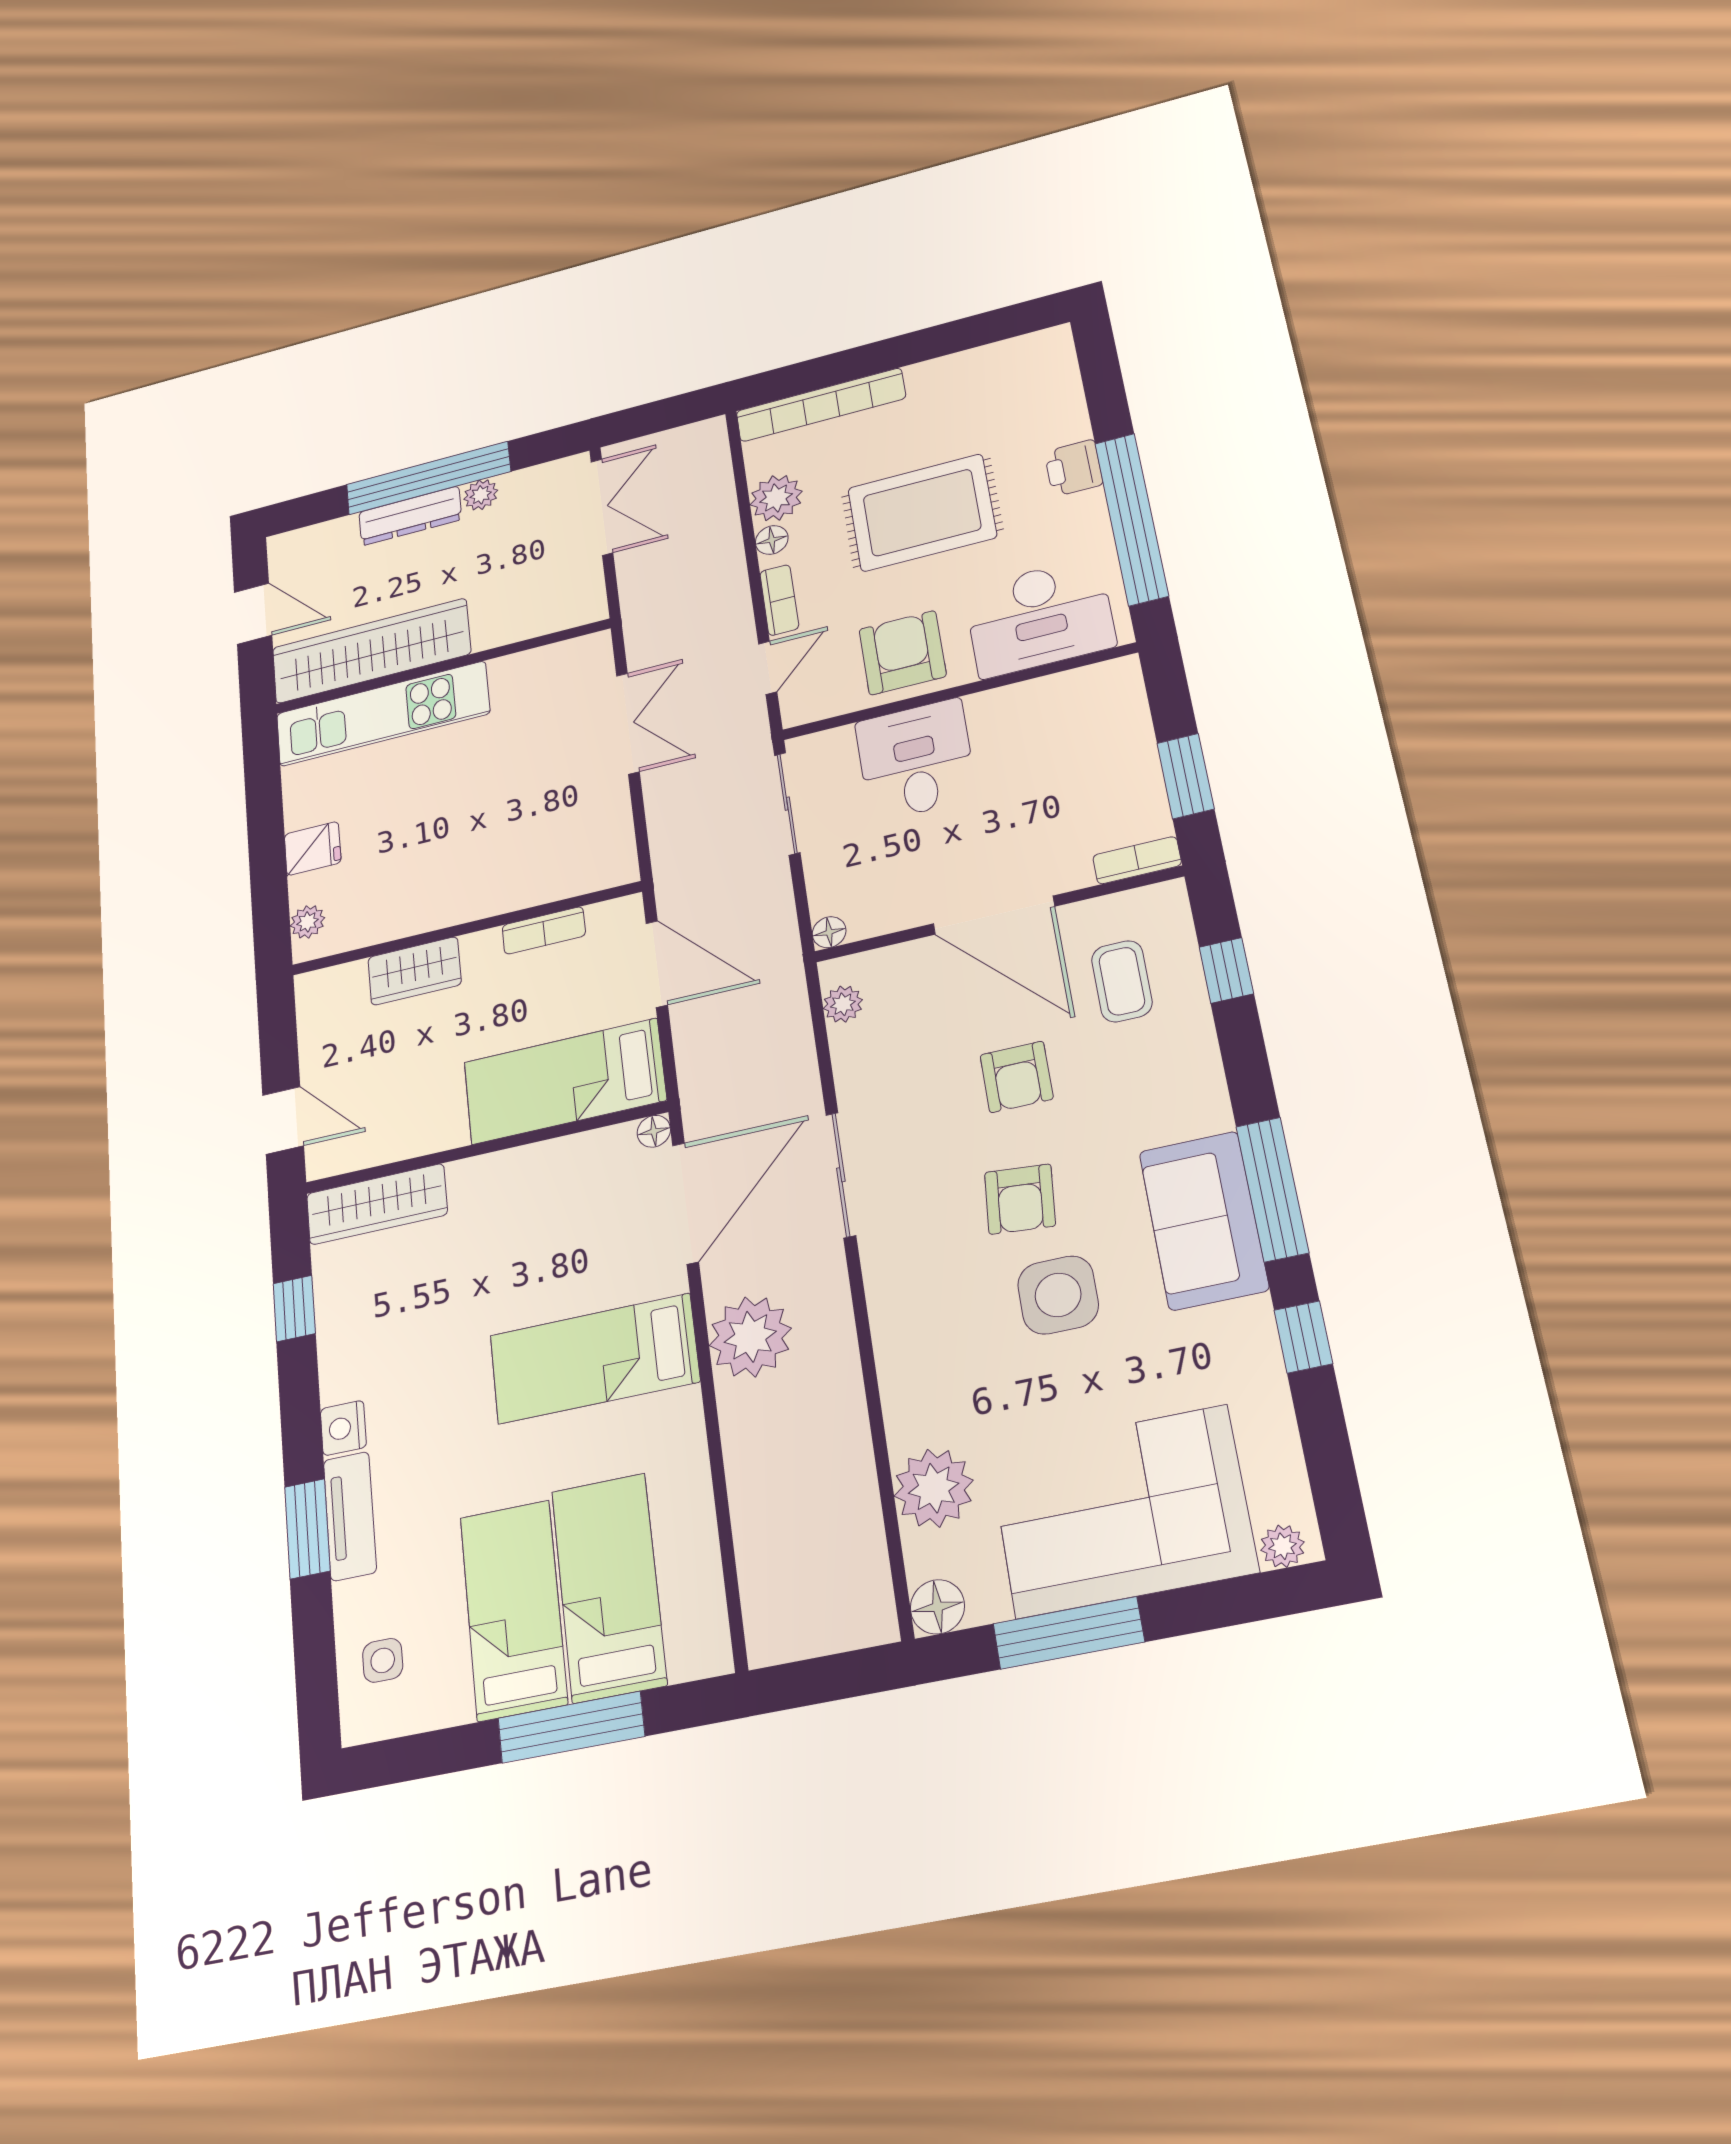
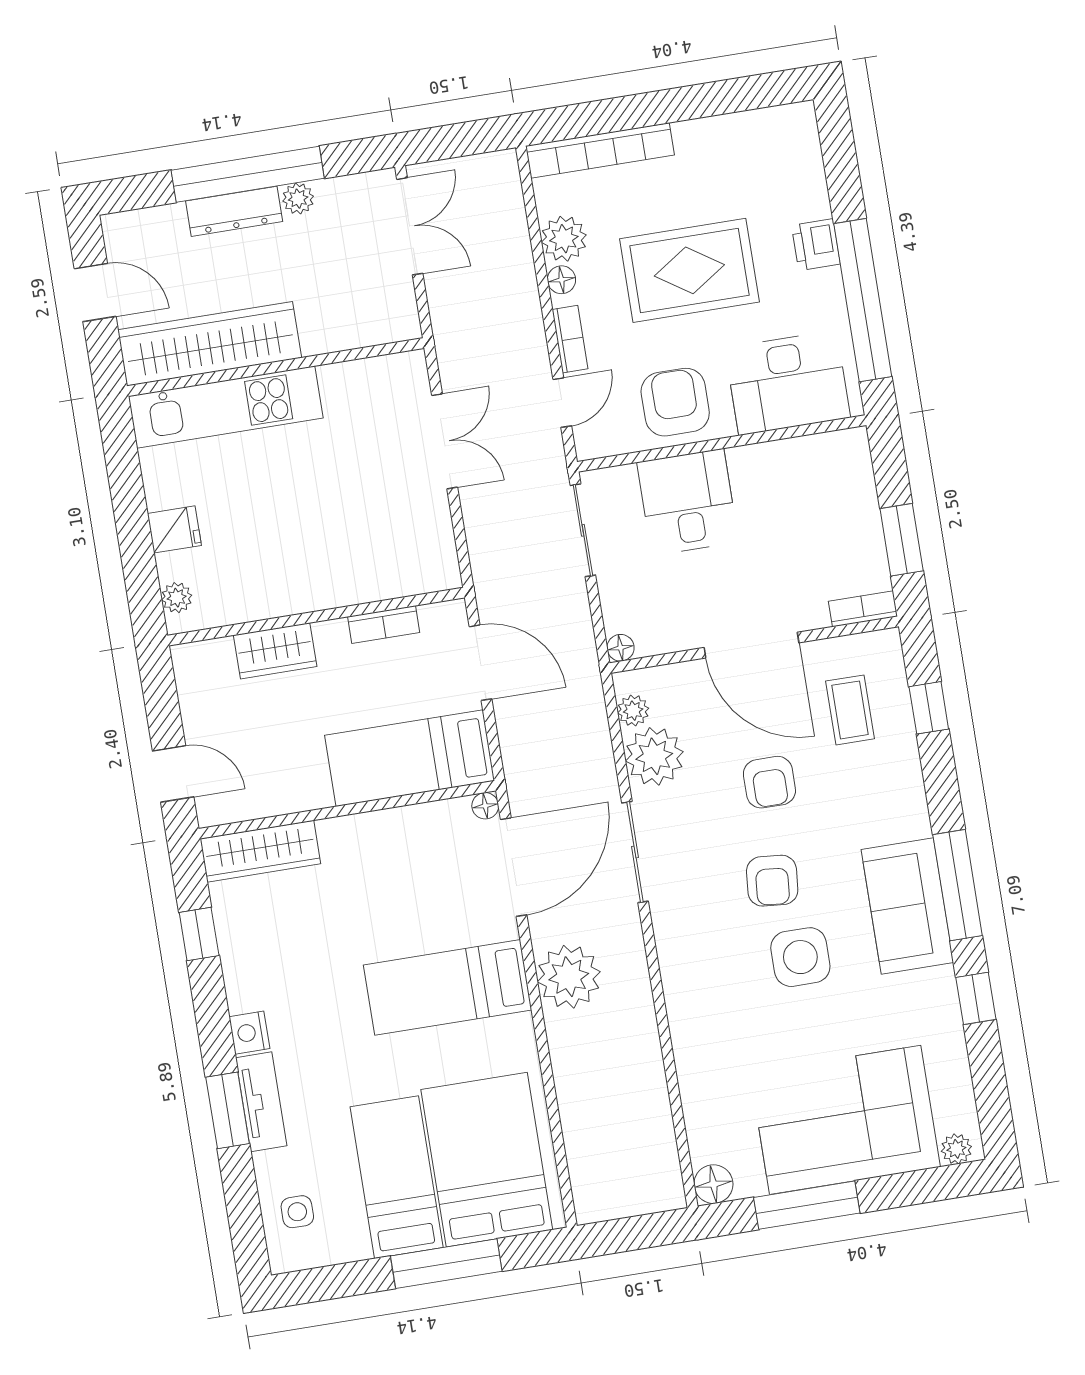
plant: (934, 1488) -> (654, 756), moved
bed: (609, 1587) -> (487, 1160), width x1.50

